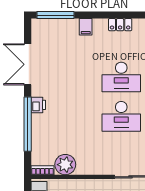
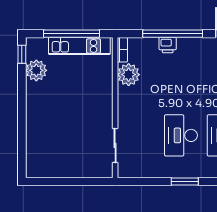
printer: (38, 105) -> (168, 45), moved

